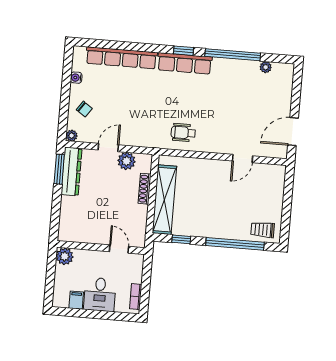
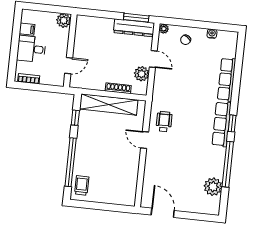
row of seats: (121, 58) -> (227, 79), width x0.73
plant: (266, 67) -> (213, 187), width x1.87, depth x1.87
door: (243, 158) -> (145, 140), moved

